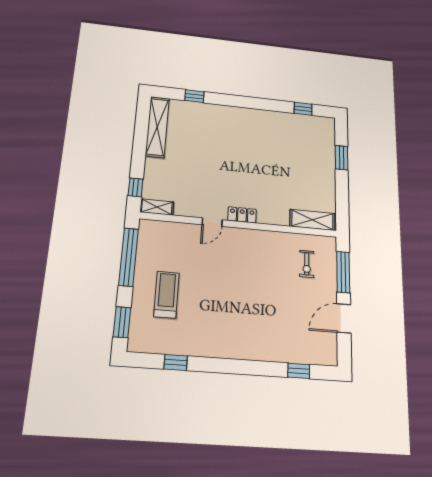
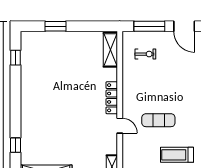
locker: (242, 215) -> (112, 98), width x1.53
exercise mat: (217, 273) -> (158, 120), added

